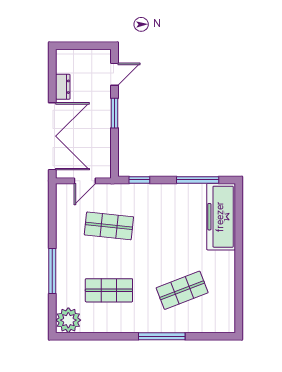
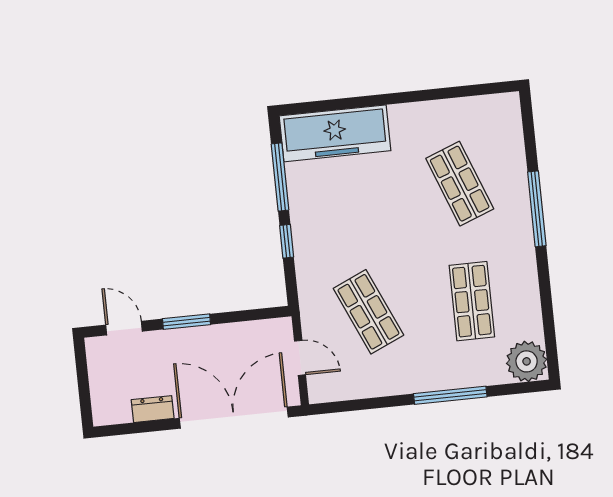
window: (139, 180) -> (287, 241), moved
shop shelf: (109, 226) -> (368, 312), turned -30

